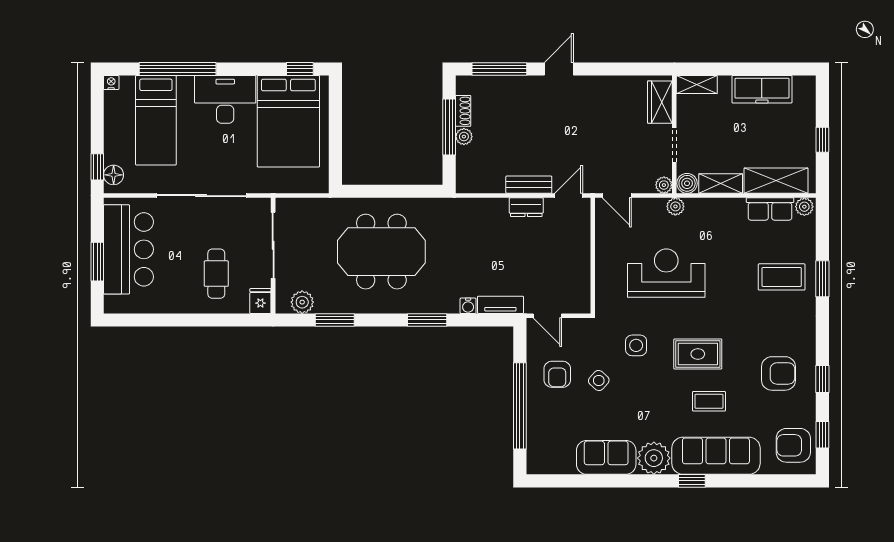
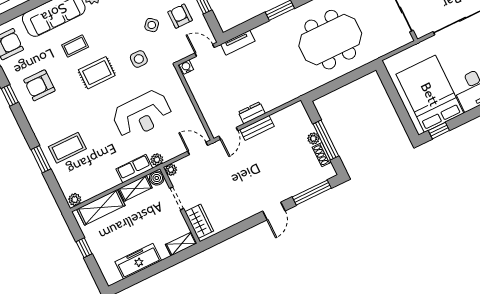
row of seats: (770, 209) -> (134, 169), moved
water cooler: (468, 306) -> (186, 67), moved

